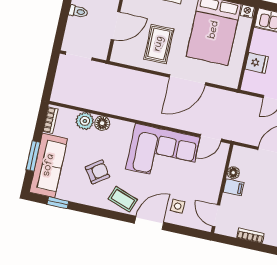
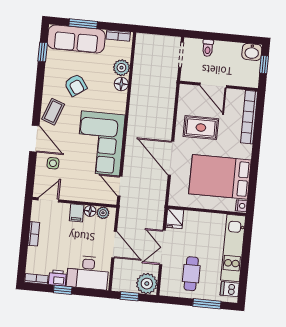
toilet: (78, 12) -> (208, 48), moved
fridge: (257, 63) -> (175, 219), moved
plant: (237, 159) -> (103, 213), added

